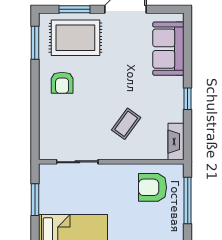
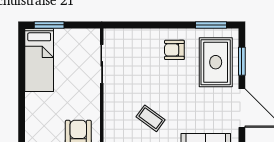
coffee table: (126, 124) -> (151, 118), moved
window: (35, 200) -> (49, 25), moved

